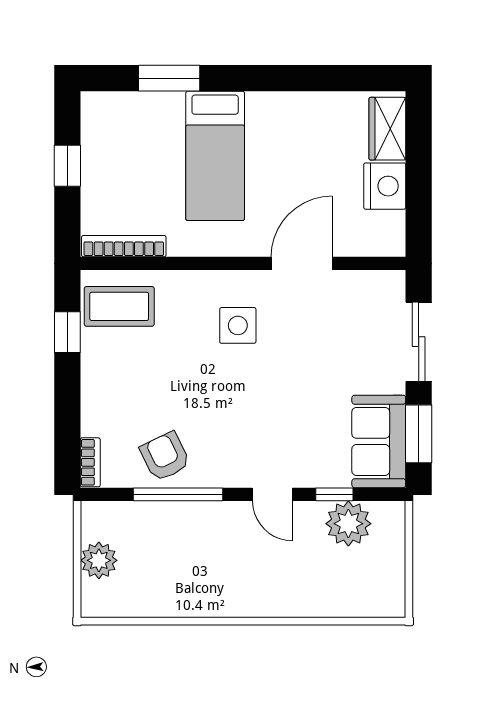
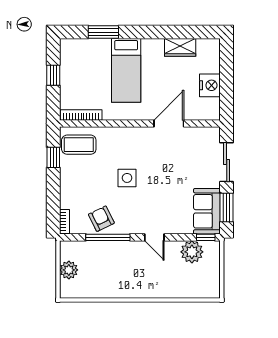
wardrobe: (387, 129) -> (180, 47), moved, turned -90
side table: (238, 325) -> (127, 178), moved
window: (334, 494) -> (206, 237), moved

